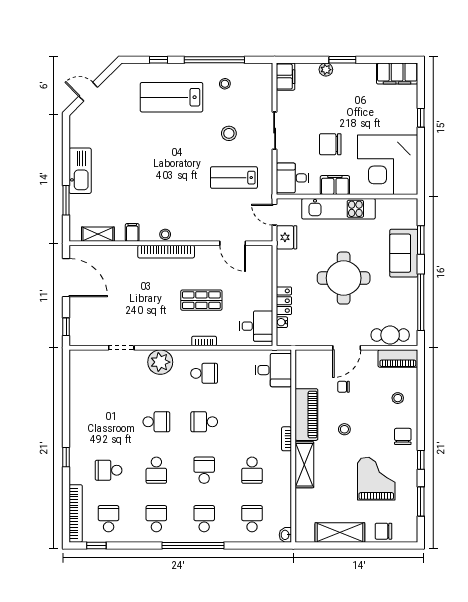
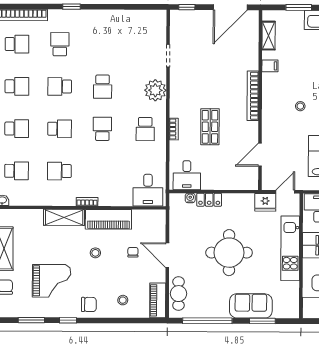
stool: (165, 234) -> (300, 106), moved

